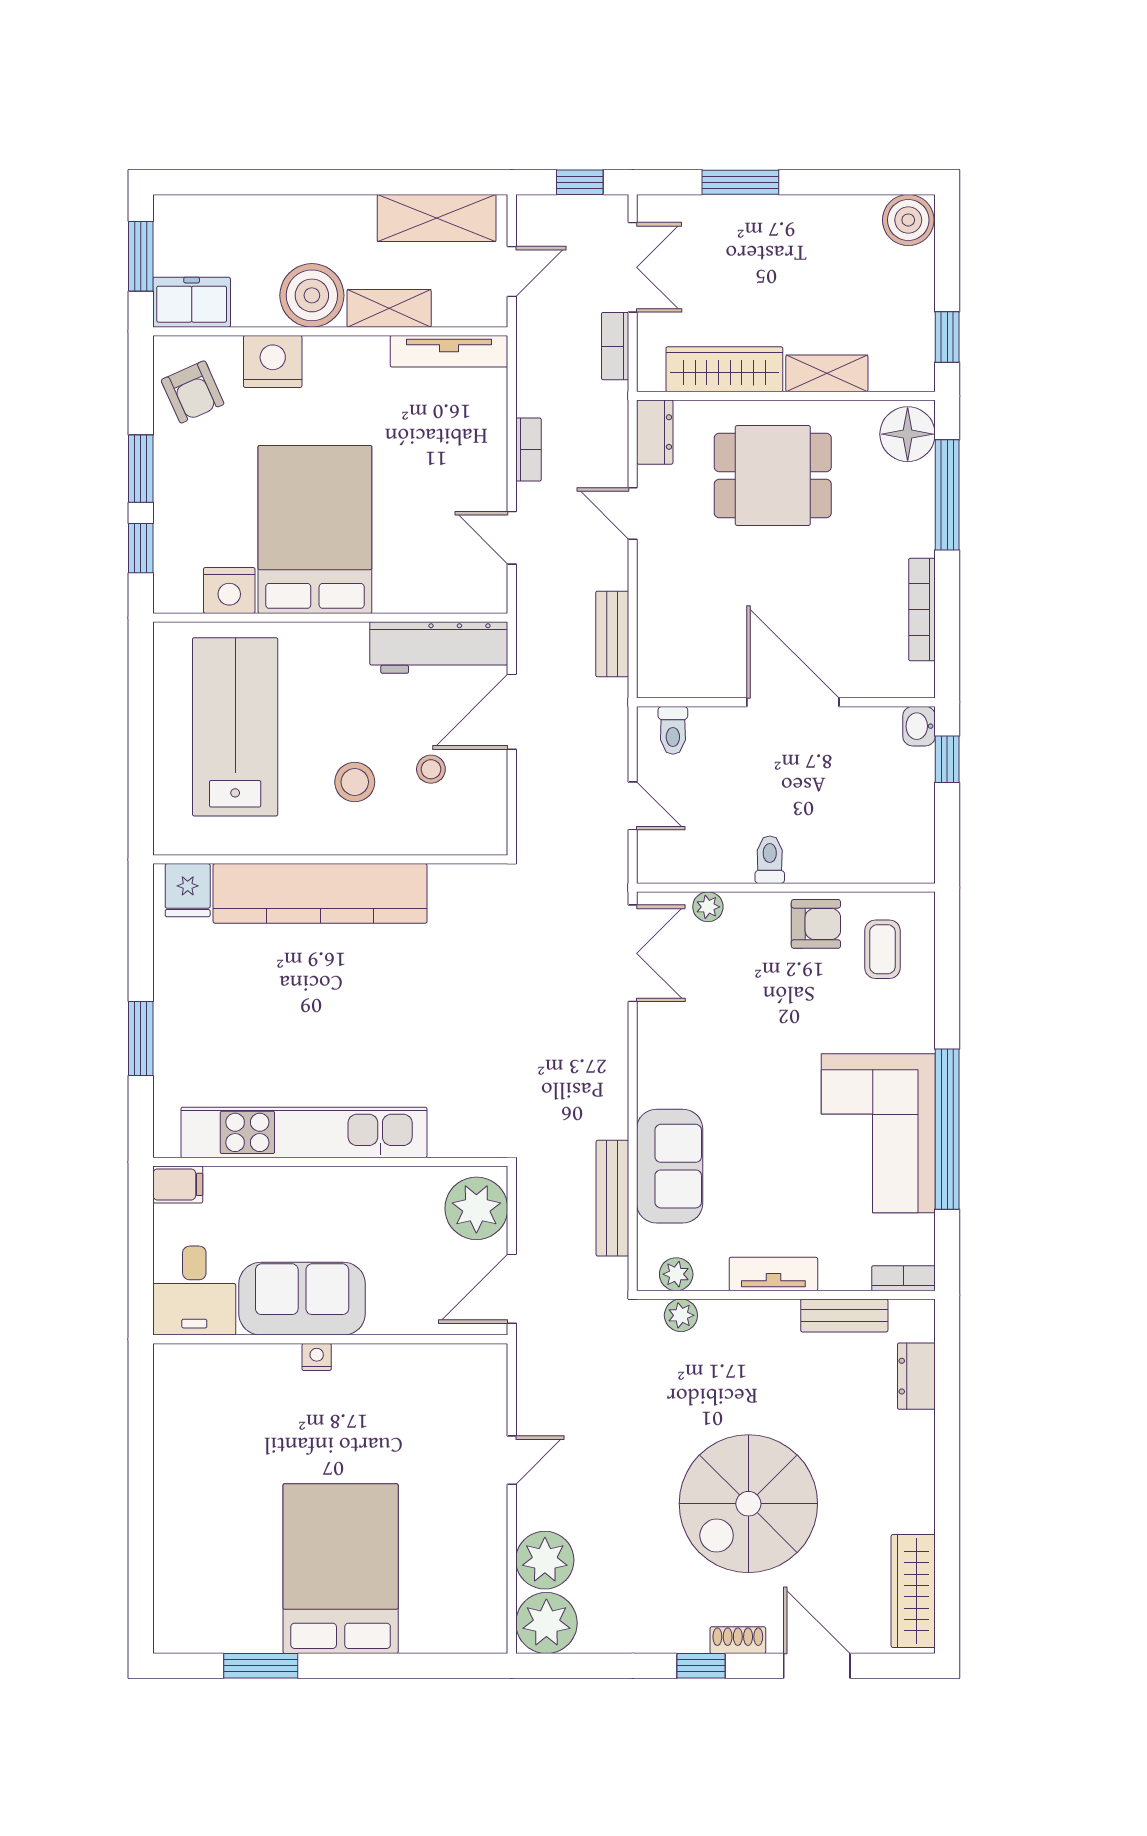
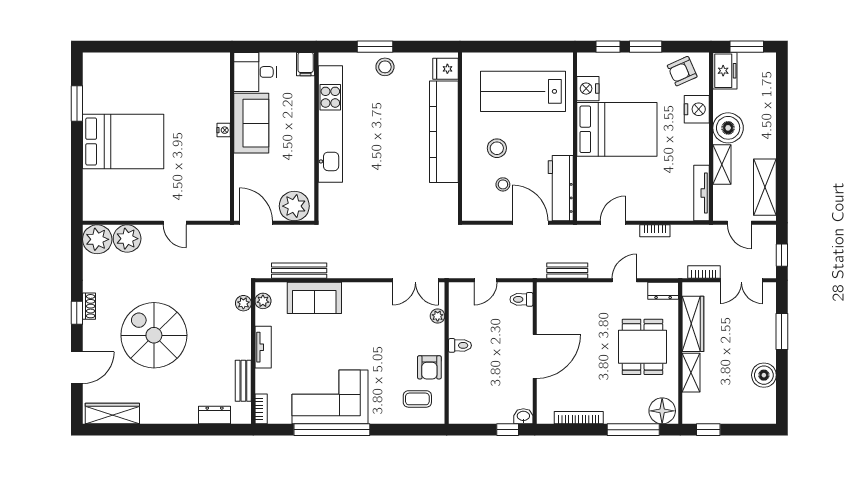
boiler: (908, 220) -> (764, 375), moved
lab bench: (235, 727) -> (523, 91), turned 180
stool: (184, 1017) -> (385, 67), added
shoe rack: (738, 1640) -> (89, 306), moved

